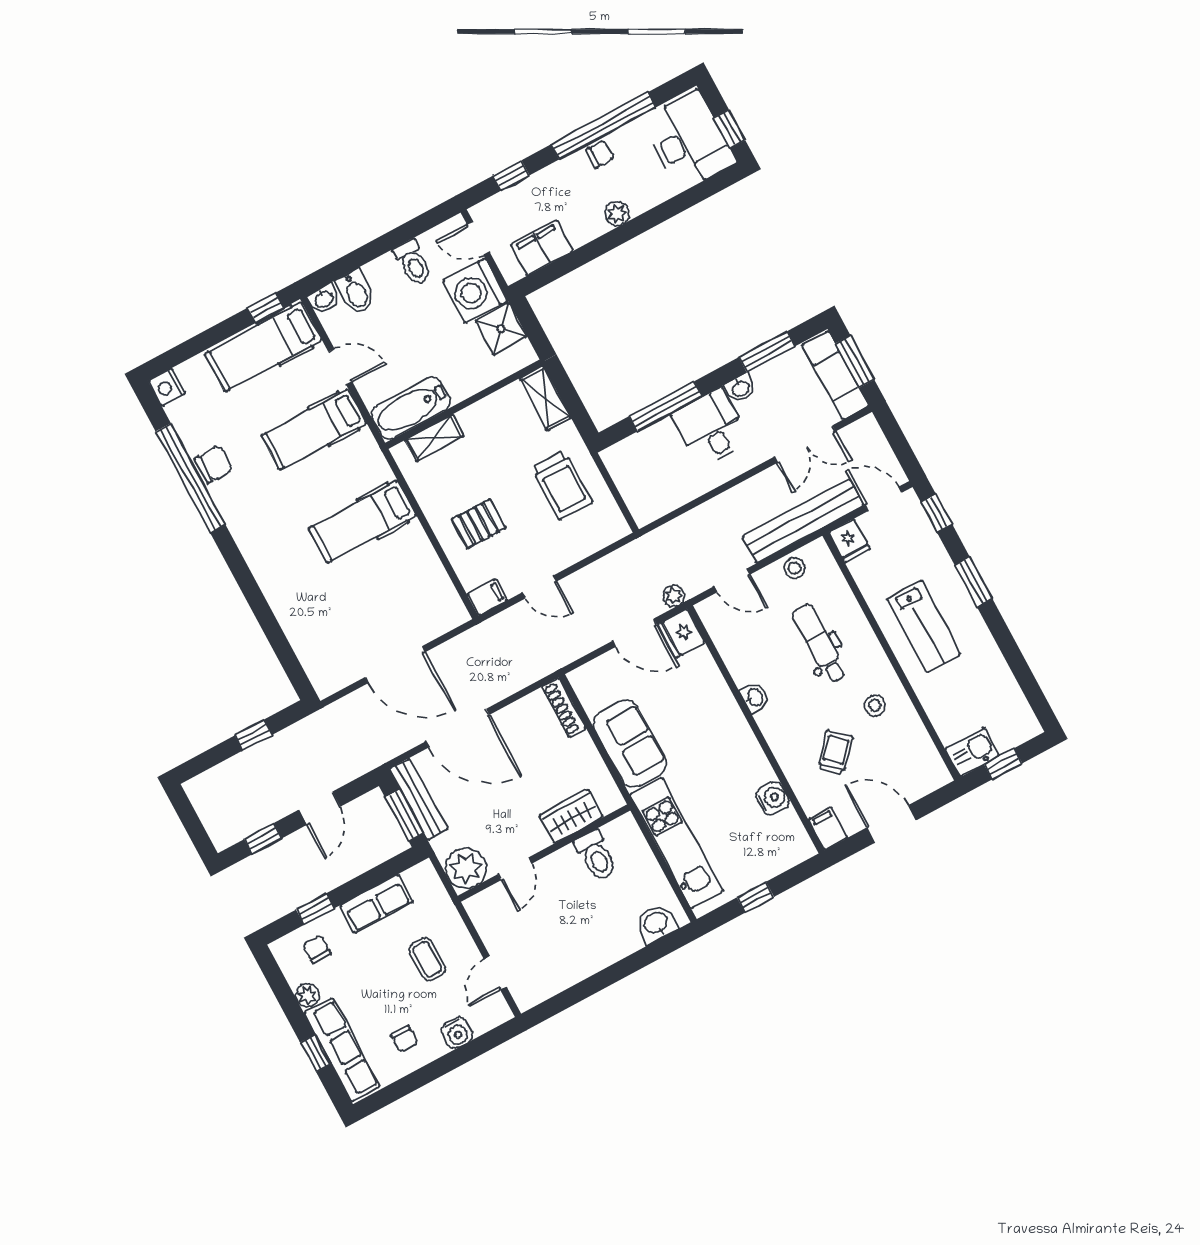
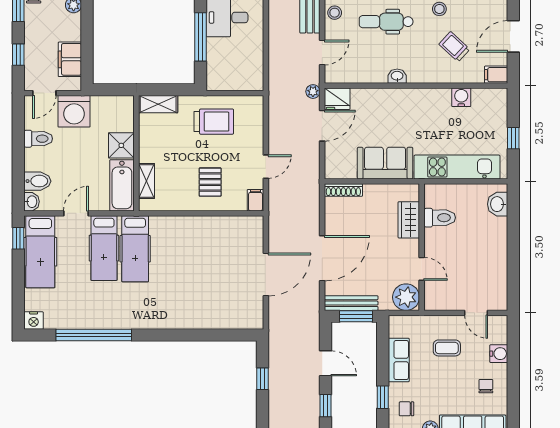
shower: (501, 329) -> (121, 145), moved
chair: (214, 464) -> (93, 317), removed
hospital bed: (363, 522) -> (135, 249), moved
chair: (404, 1039) -> (486, 386), turned -90

